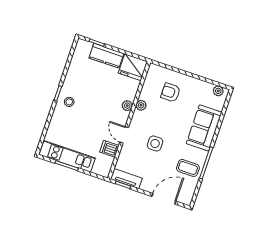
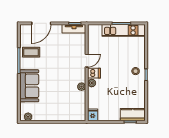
kitchen counter: (106, 56) -> (133, 115), moved
fridge: (133, 67) -> (93, 115), width x0.53, depth x0.75
armchair: (171, 92) -> (63, 104), removed
door: (124, 135) -> (87, 61), hinge flipped
side table: (155, 144) -> (62, 62), removed
dishwasher: (109, 149) -> (94, 73), moved

